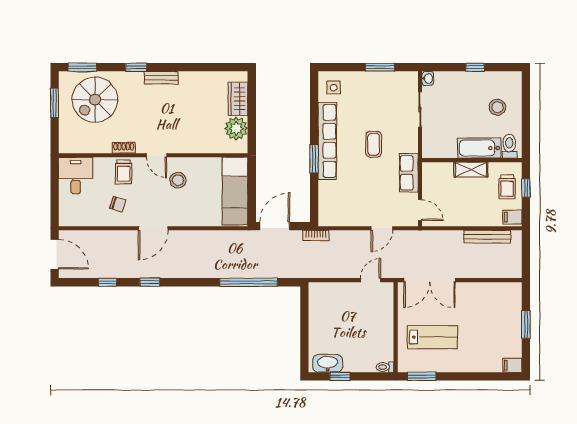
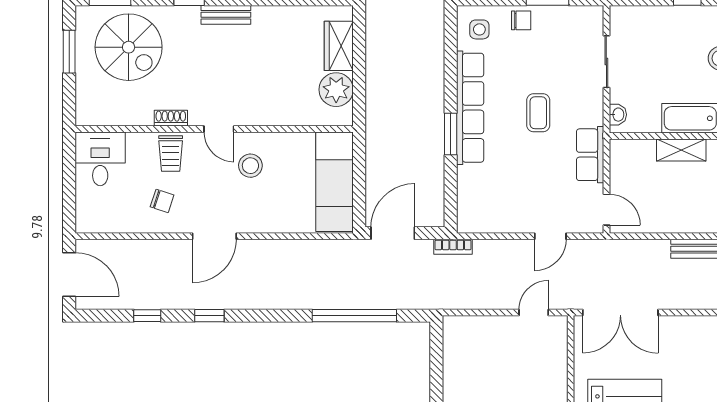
washbasin: (428, 78) -> (618, 115), moved
chair: (362, 81) -> (521, 20), added
spiral stairs: (95, 100) -> (129, 47), turned -90

